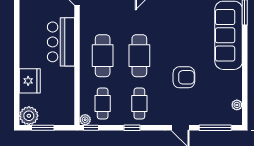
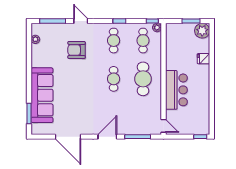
cafe table: (139, 56) -> (114, 79), width x0.73, depth x0.74
armchair: (184, 77) -> (77, 50), moved
fridge: (30, 81) -> (204, 59), width x0.53, depth x0.75

